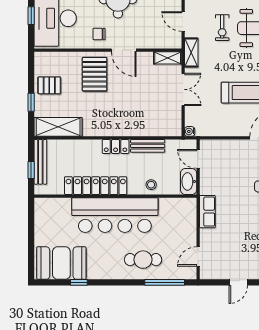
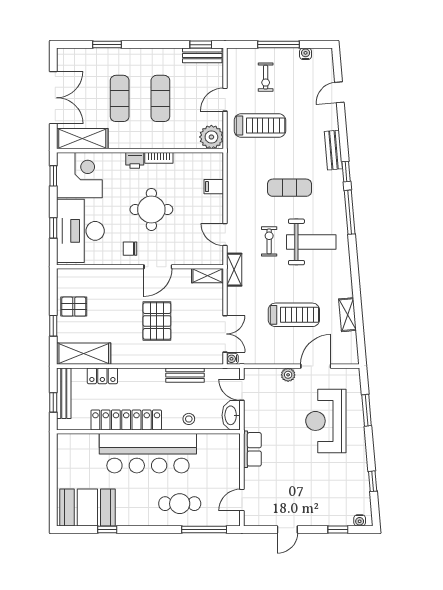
exercise bike: (222, 28) -> (269, 241), turned 180
door: (124, 50) -> (158, 267), hinge flipped
pallet: (95, 74) -> (157, 321), moved
double door: (183, 89) -> (225, 334), moved
plant: (239, 146) -> (288, 375), added
locker: (116, 147) -> (102, 376), moved

